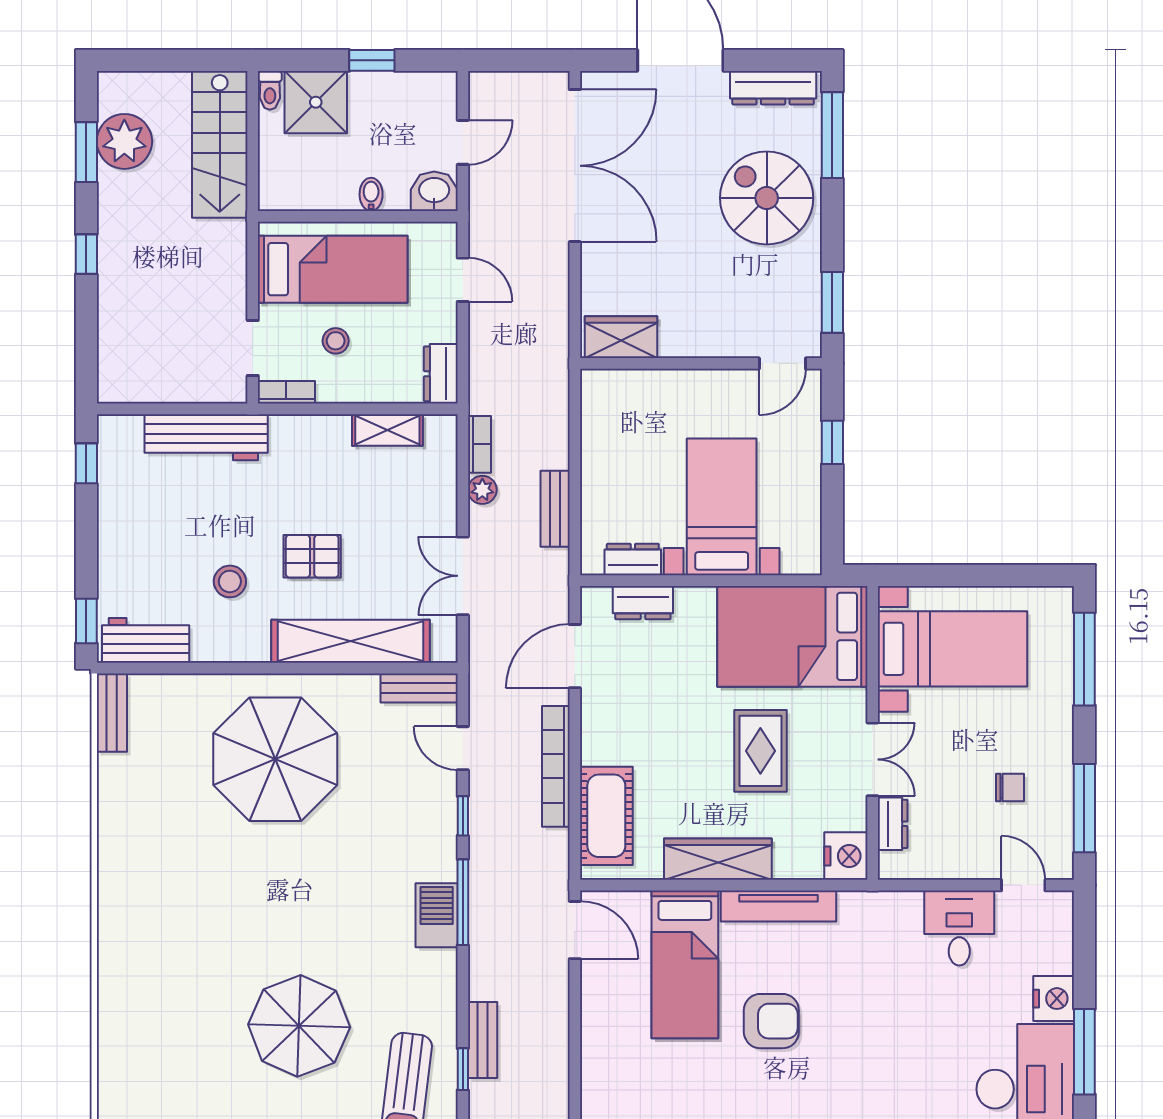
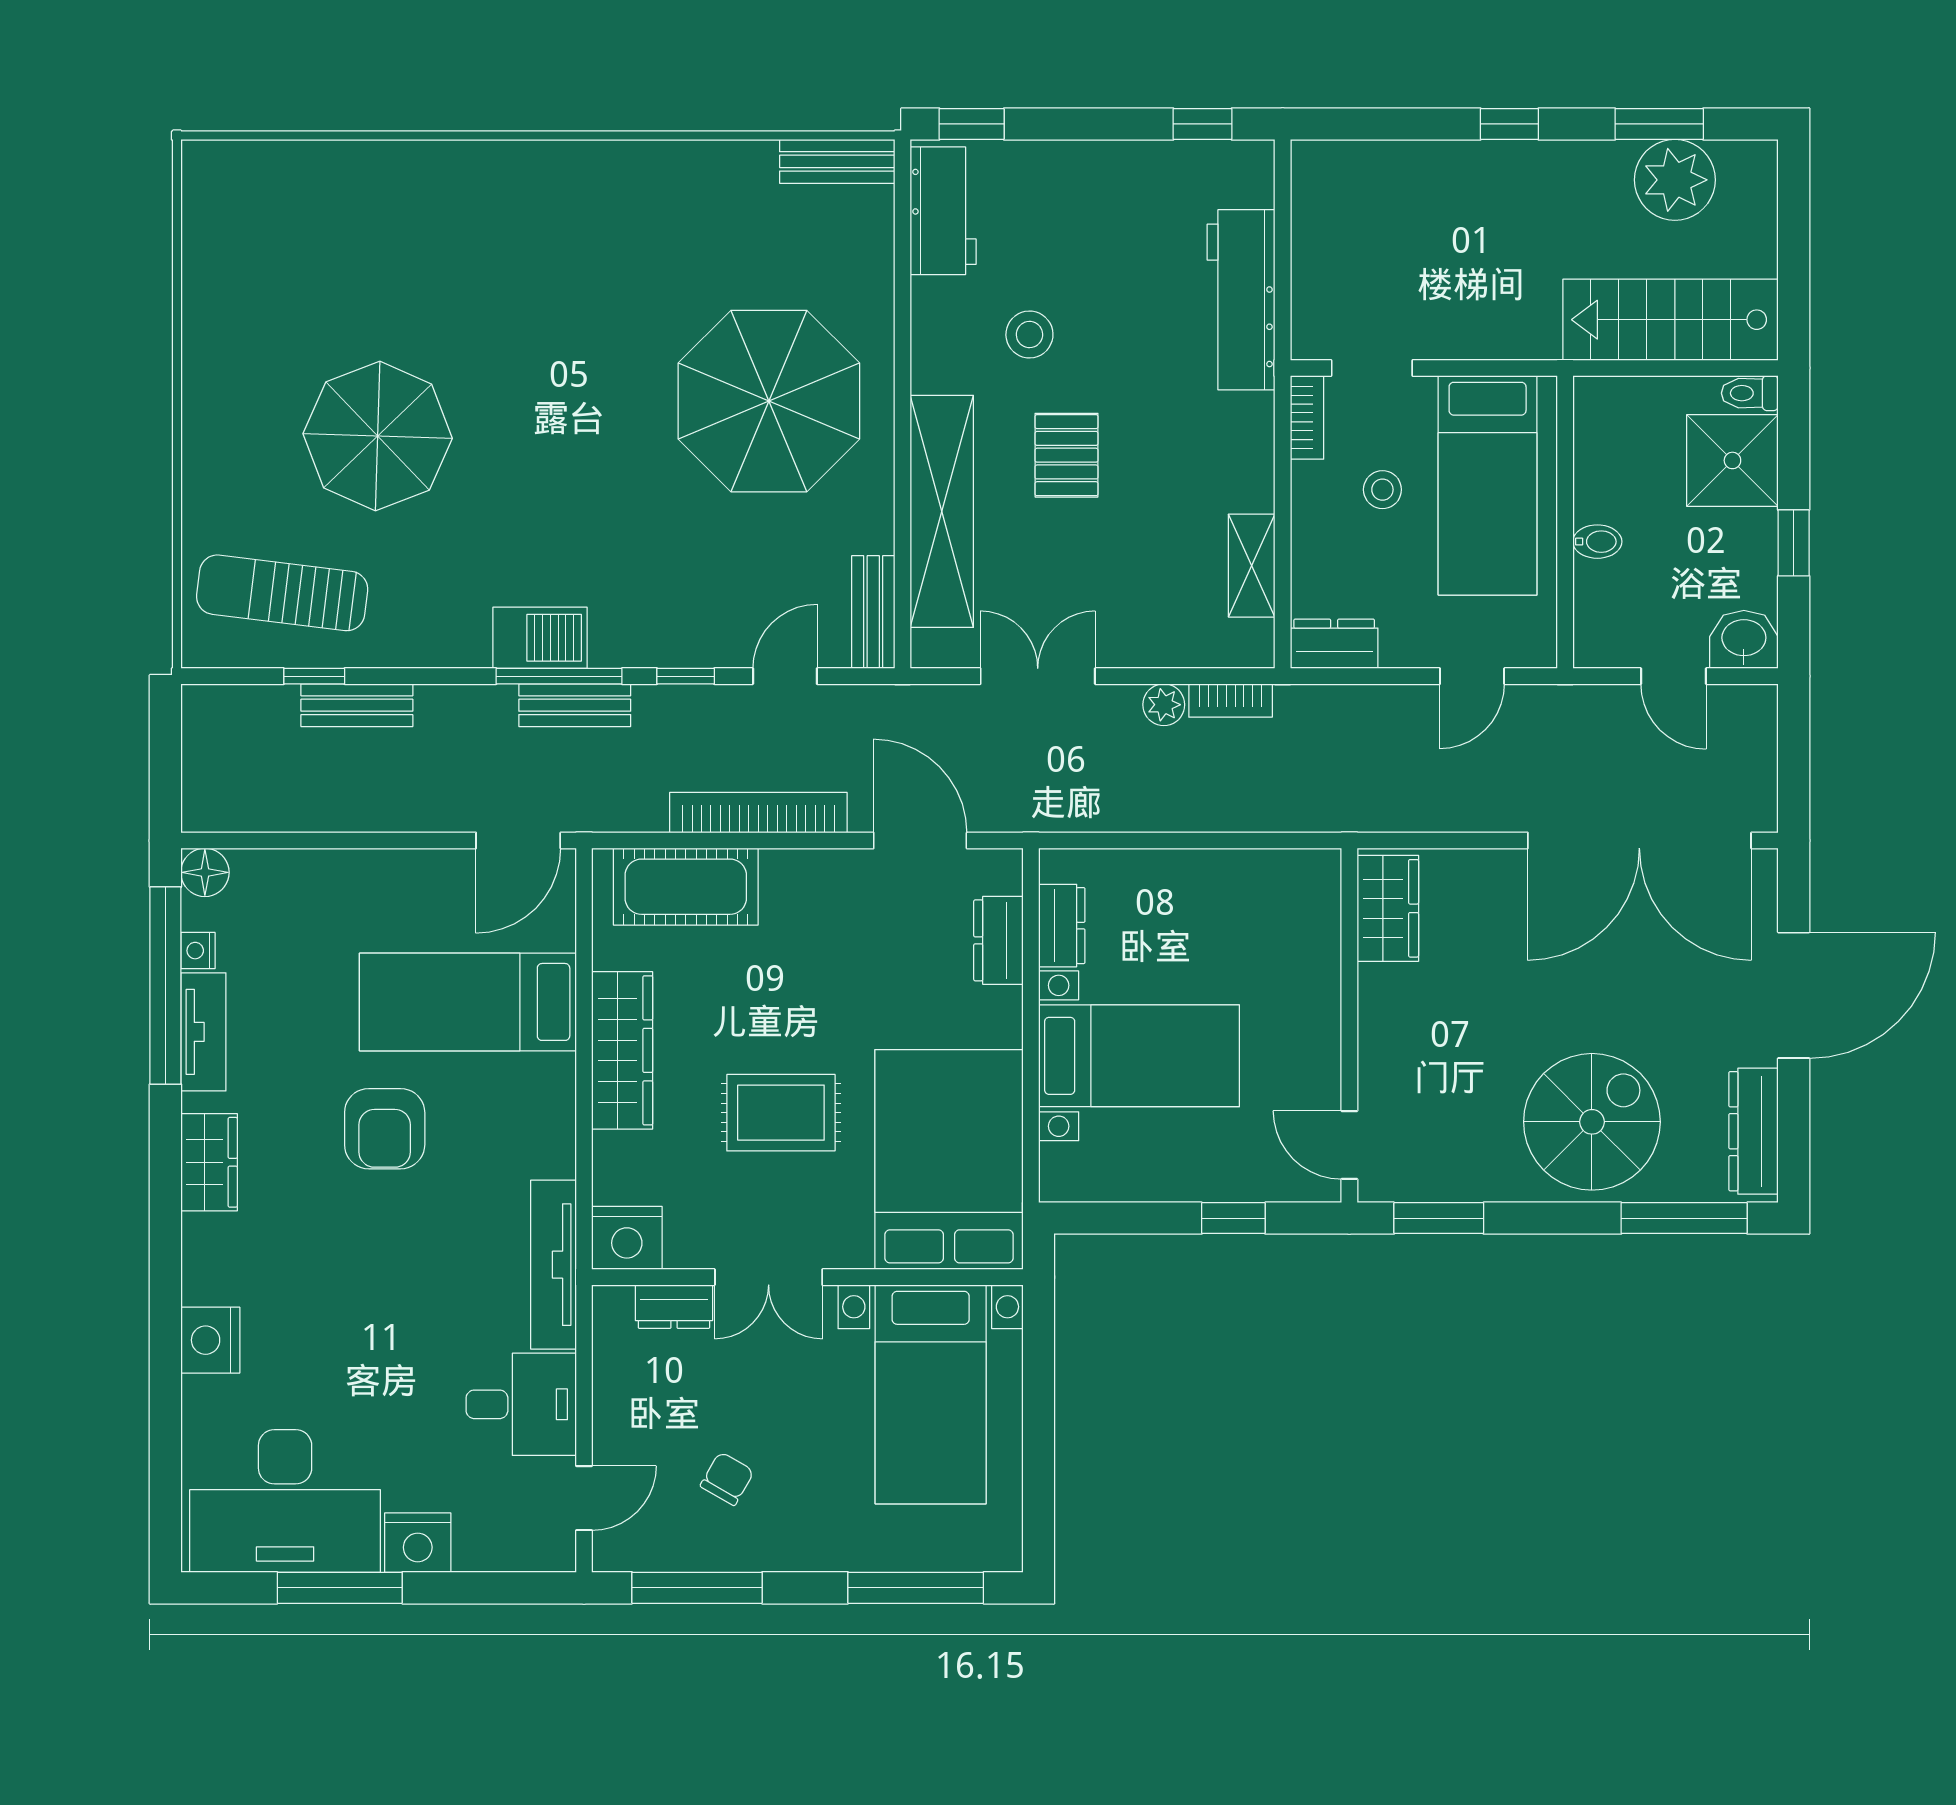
washbasin: (434, 191) -> (1744, 639), moved, turned -90
bench: (555, 509) -> (575, 705), moved
chair: (1010, 788) -> (727, 1479), turned -150
tv unit: (779, 906) -> (553, 1265), moved

